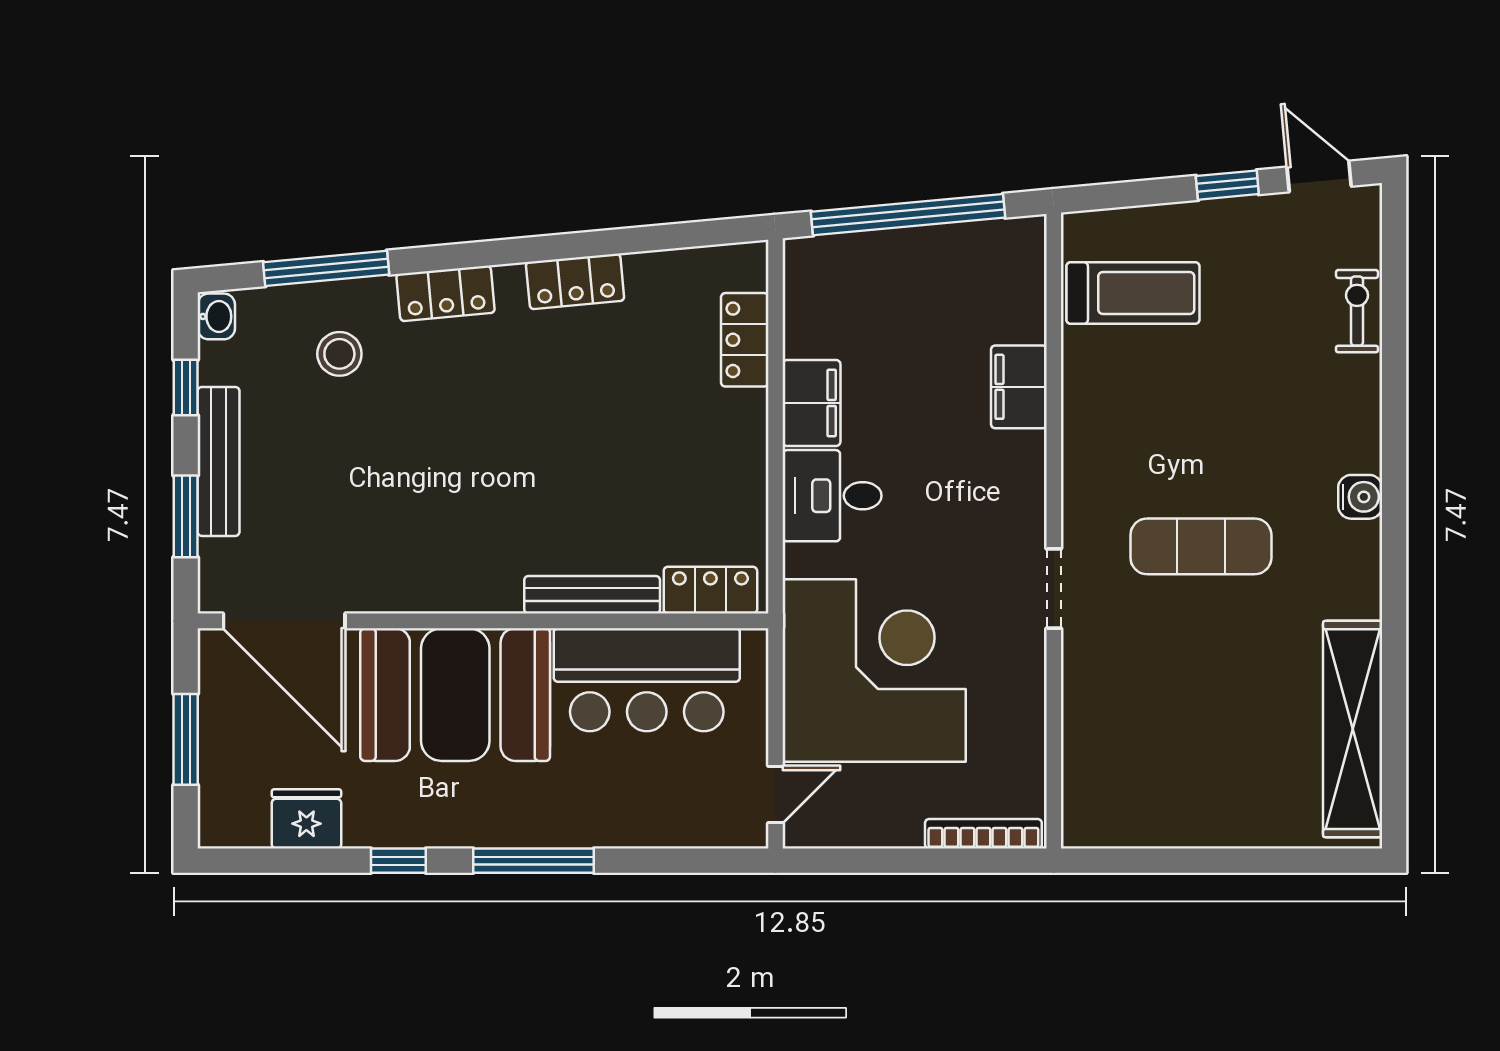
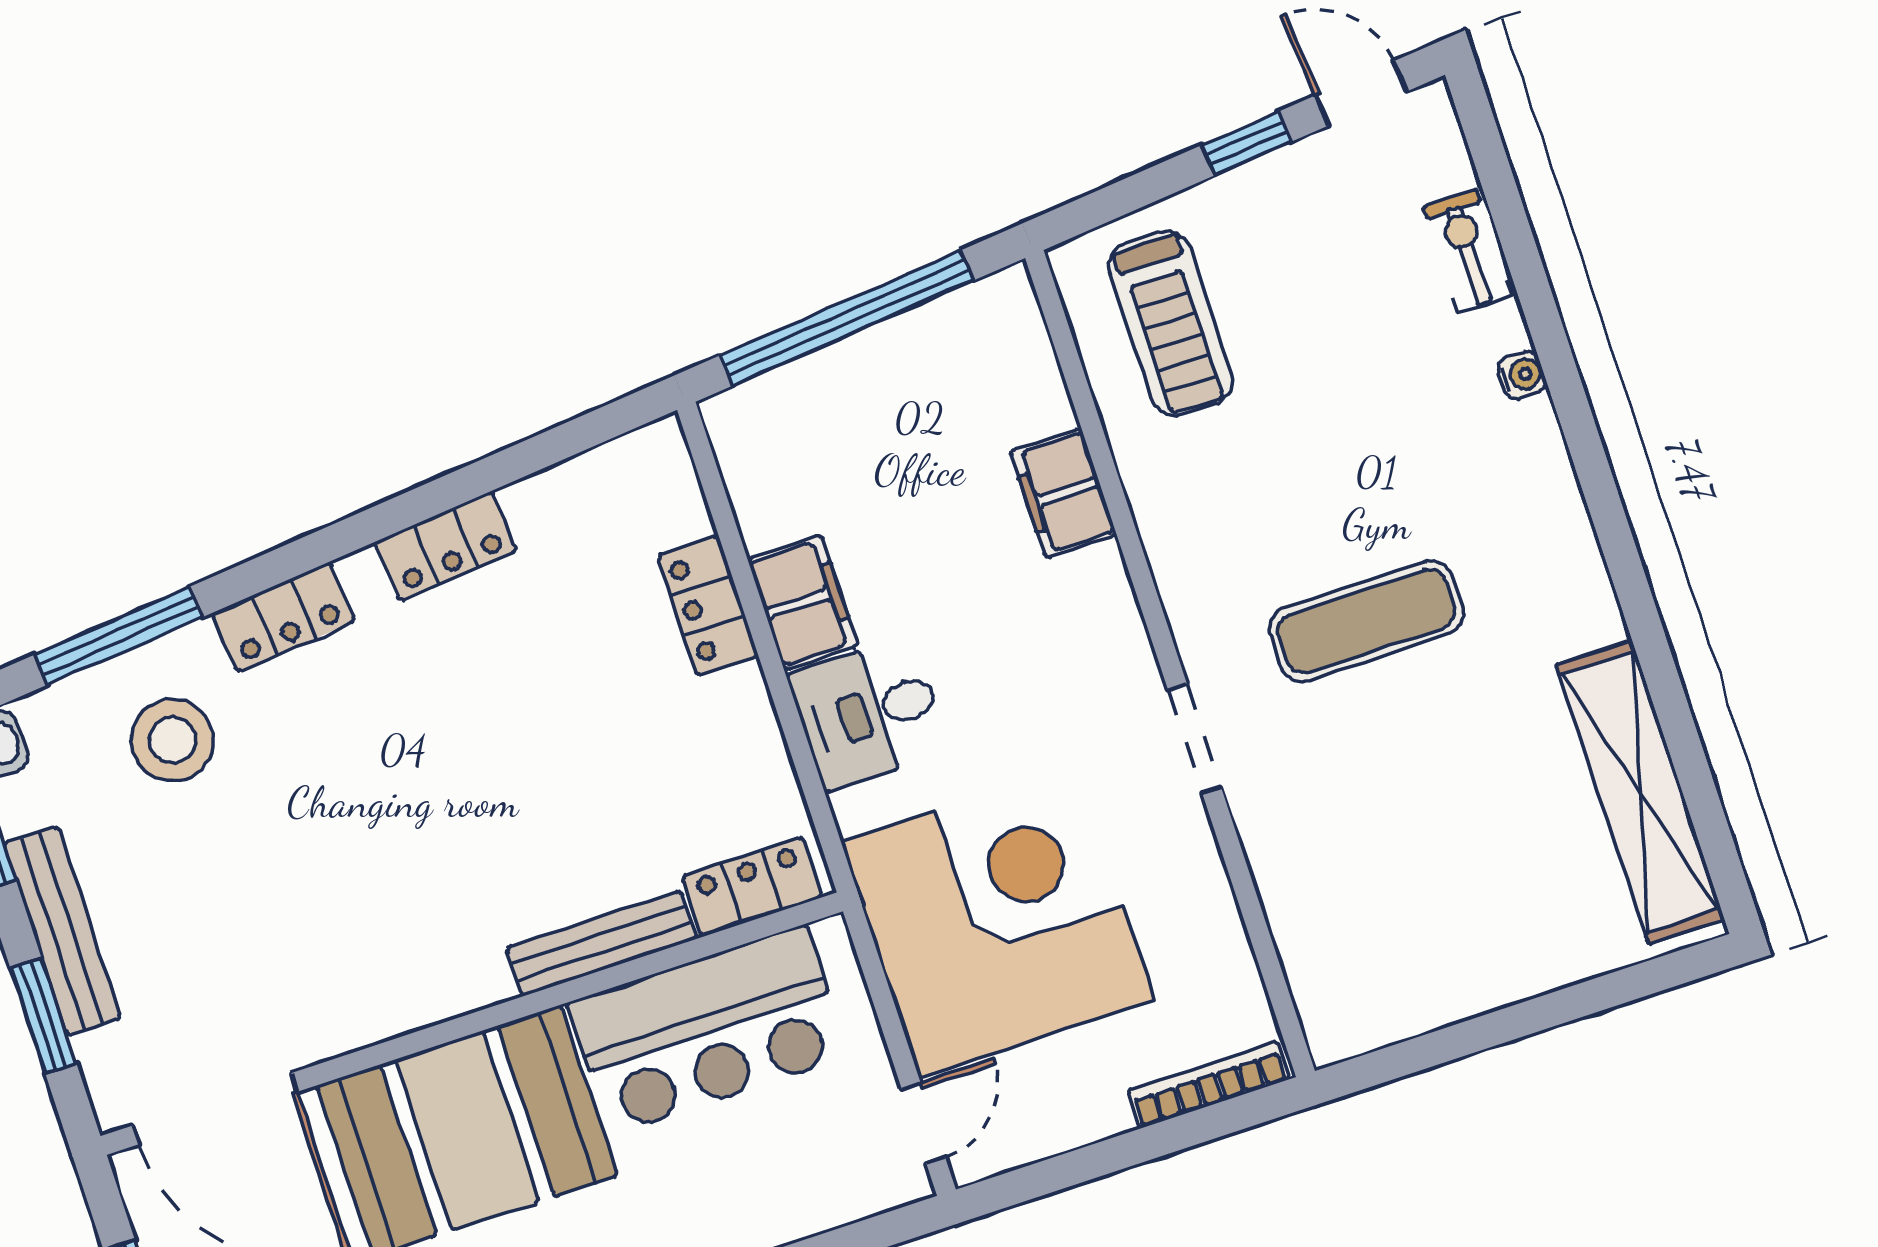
treadmill: (1133, 293) -> (1171, 323), turned 90
locker: (745, 340) -> (708, 606), moved
stool: (339, 354) -> (173, 740), width x1.38, depth x1.38
water cooler: (1360, 497) -> (1522, 375), moved, width x0.72, depth x0.72

